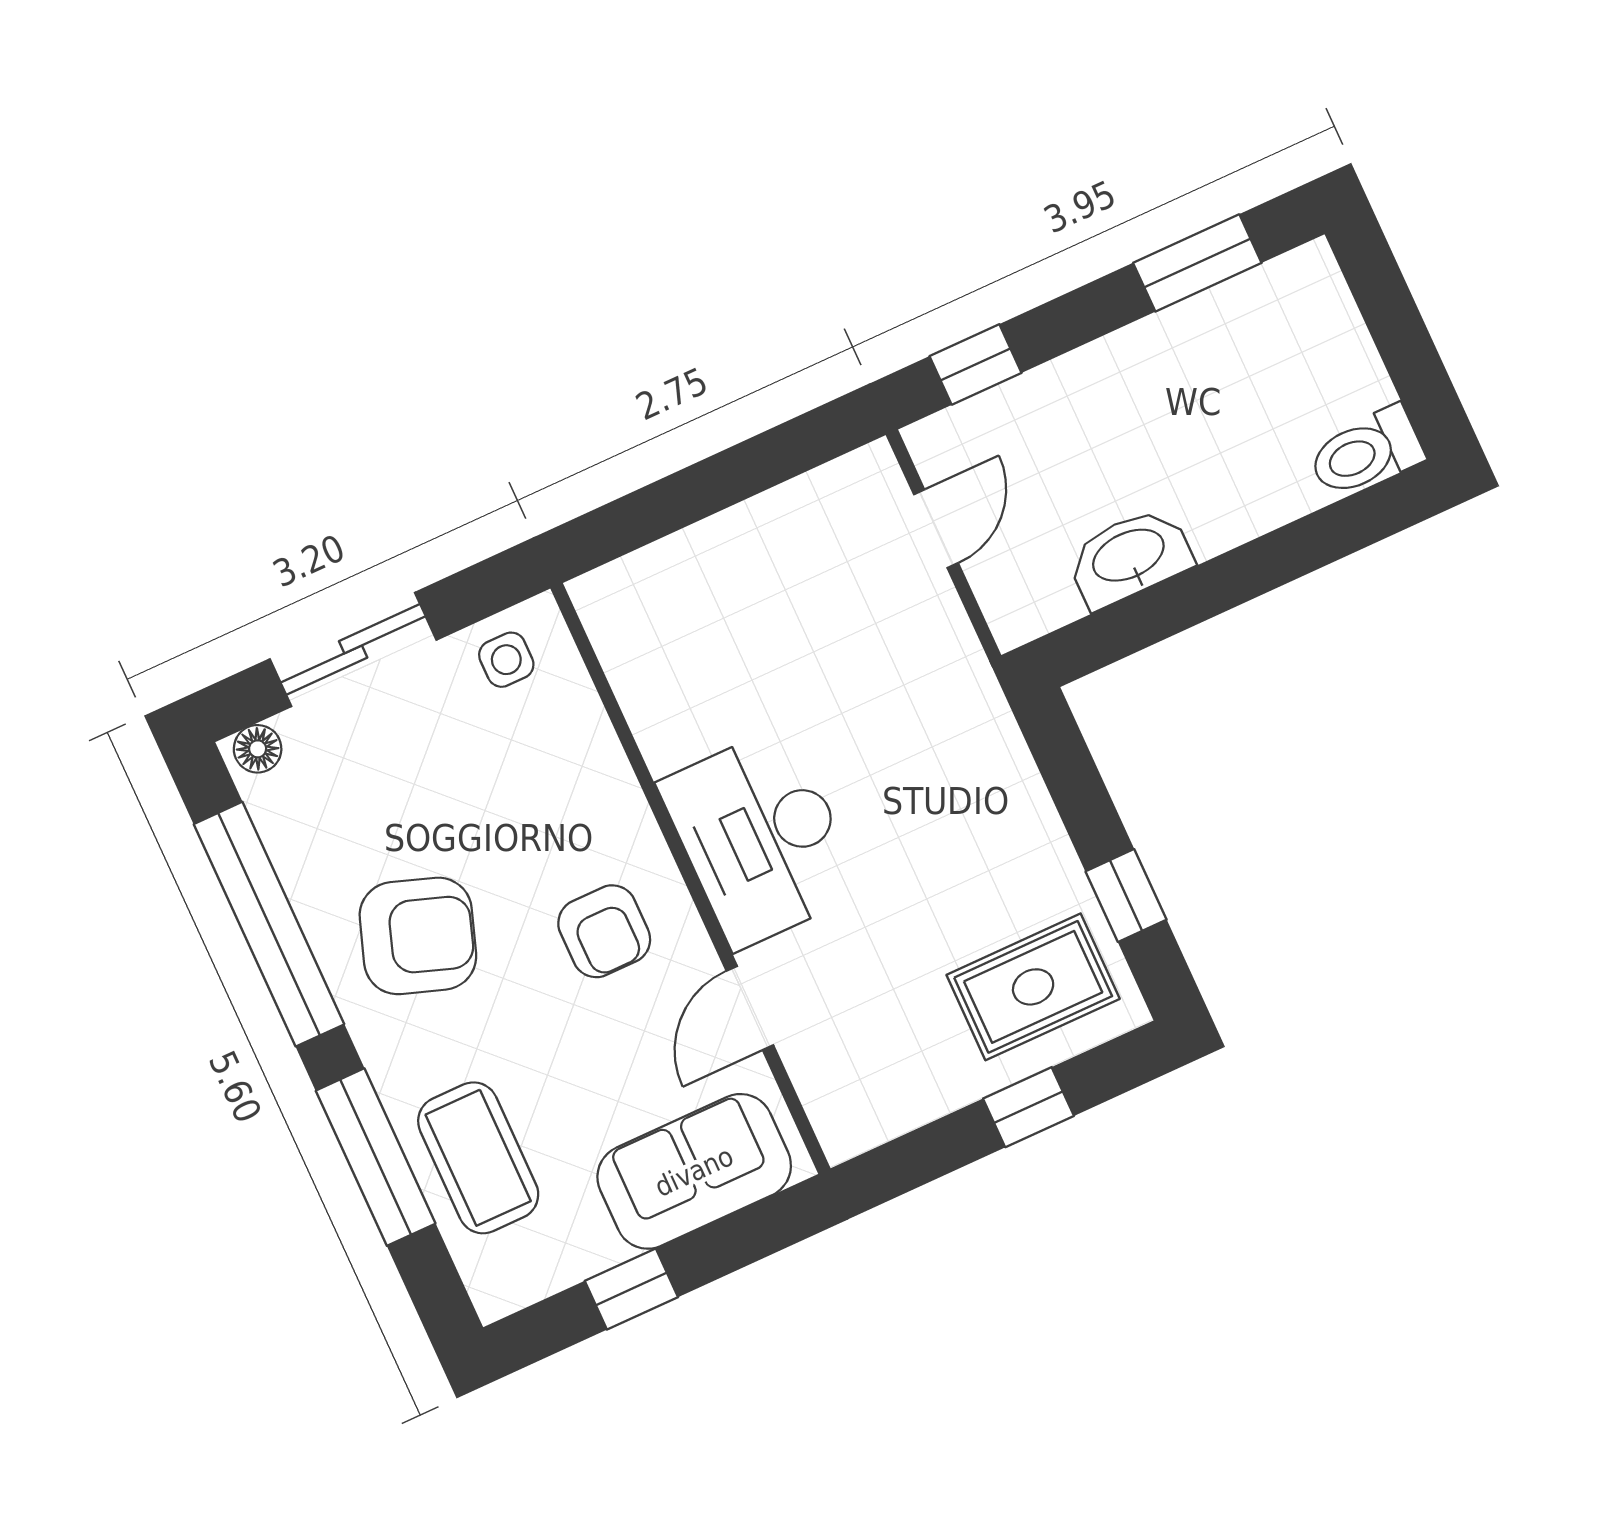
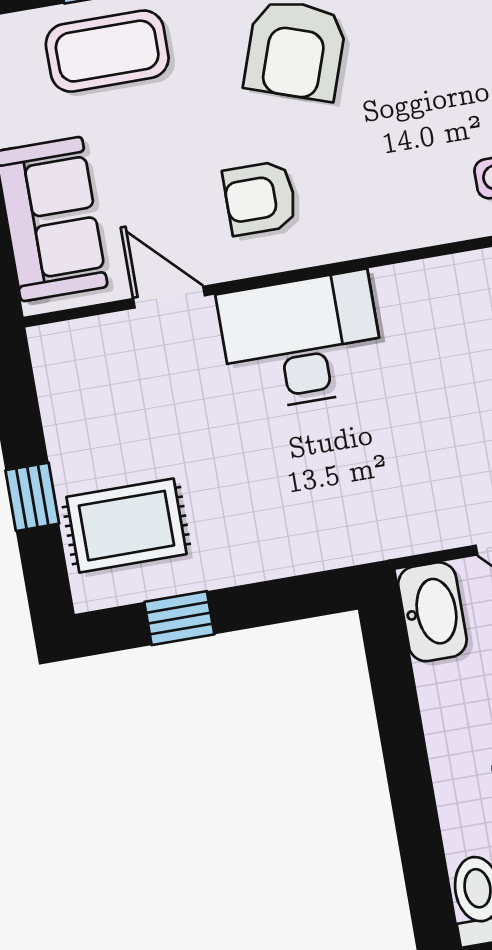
washbasin: (1129, 557) -> (432, 612), moved
rug: (1033, 987) -> (126, 526), turned 90

